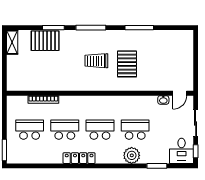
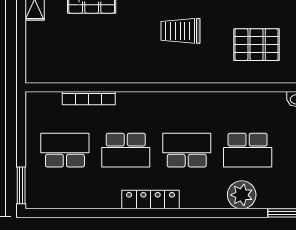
pallet: (127, 64) -> (257, 45), moved, turned 90
school desk: (65, 130) -> (126, 150), turned 180
school desk: (135, 130) -> (248, 150), turned 180

